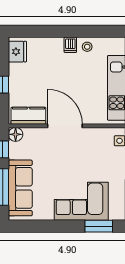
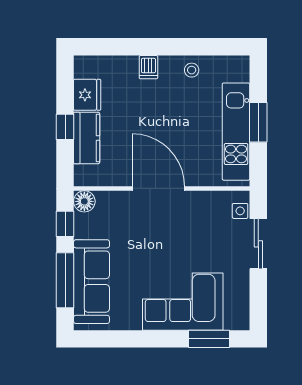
dishwasher: (70, 45) -> (148, 67), moved
fridge: (17, 52) -> (87, 95), moved
kitchen counter: (28, 116) -> (87, 138), moved, turned 90

